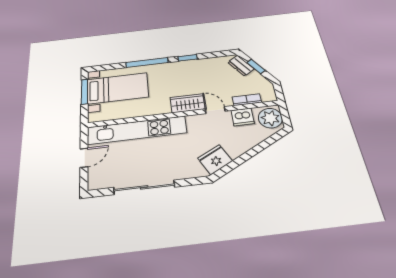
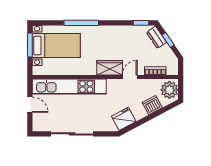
window: (188, 58) -> (141, 23), moved
door: (215, 110) -> (130, 77), hinge flipped
dishwasher: (243, 117) -> (152, 105), moved, turned 152
door: (84, 158) -> (30, 105), hinge flipped

